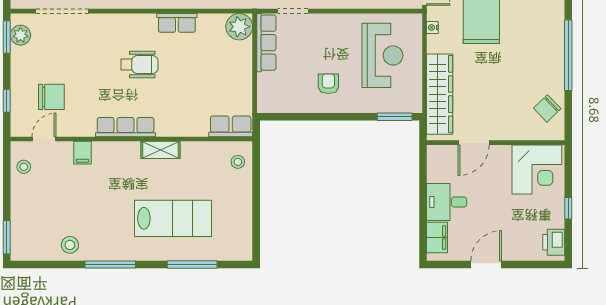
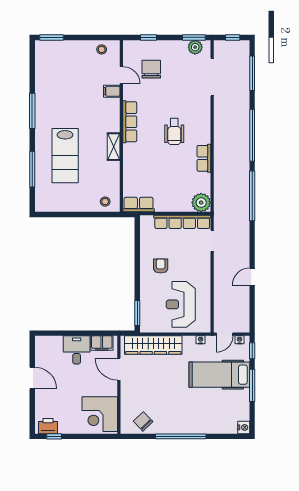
row of seats: (266, 43) -> (182, 222), width x1.36
reception desk: (383, 55) -> (181, 304), turned 90
armchair: (328, 84) -> (161, 266), turned -90
chair: (51, 97) -> (151, 69), turned 180
row of seats: (231, 126) -> (138, 205), moved, turned -90
door: (44, 139) -> (121, 75), moved
window: (568, 208) -> (54, 436), moved
filing cabinet: (437, 238) -> (102, 343), moved
stool: (70, 245) -> (46, 82), removed

